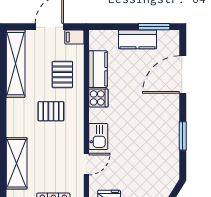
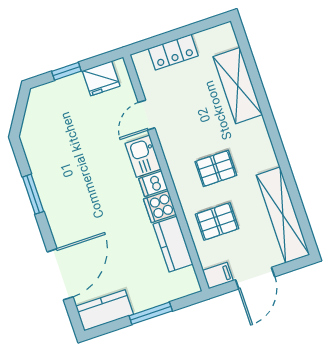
window: (154, 27) -> (151, 313), moved
kitchen counter: (138, 39) -> (105, 310), moved
pallet: (62, 75) -> (217, 221), turned 90
dishwasher: (98, 115) -> (153, 184), added

